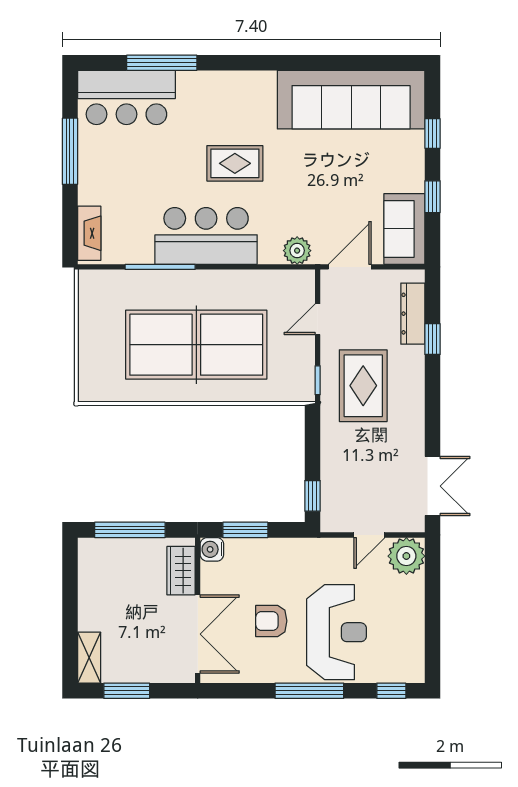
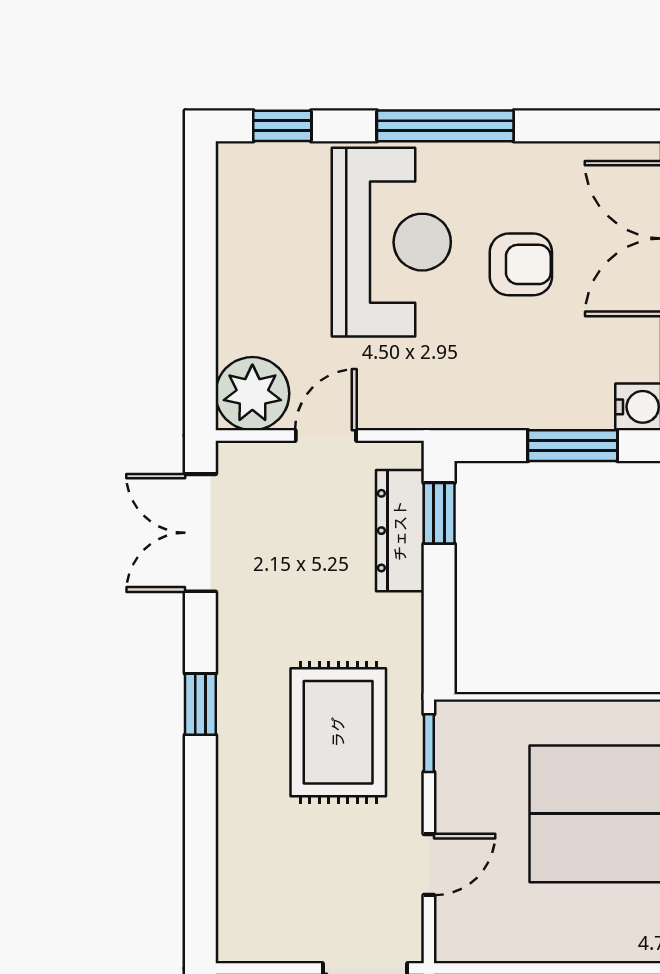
dresser: (413, 314) -> (400, 531), moved, turned 180
window: (432, 339) -> (200, 704), moved
reception desk: (336, 632) -> (391, 242), turned 180

